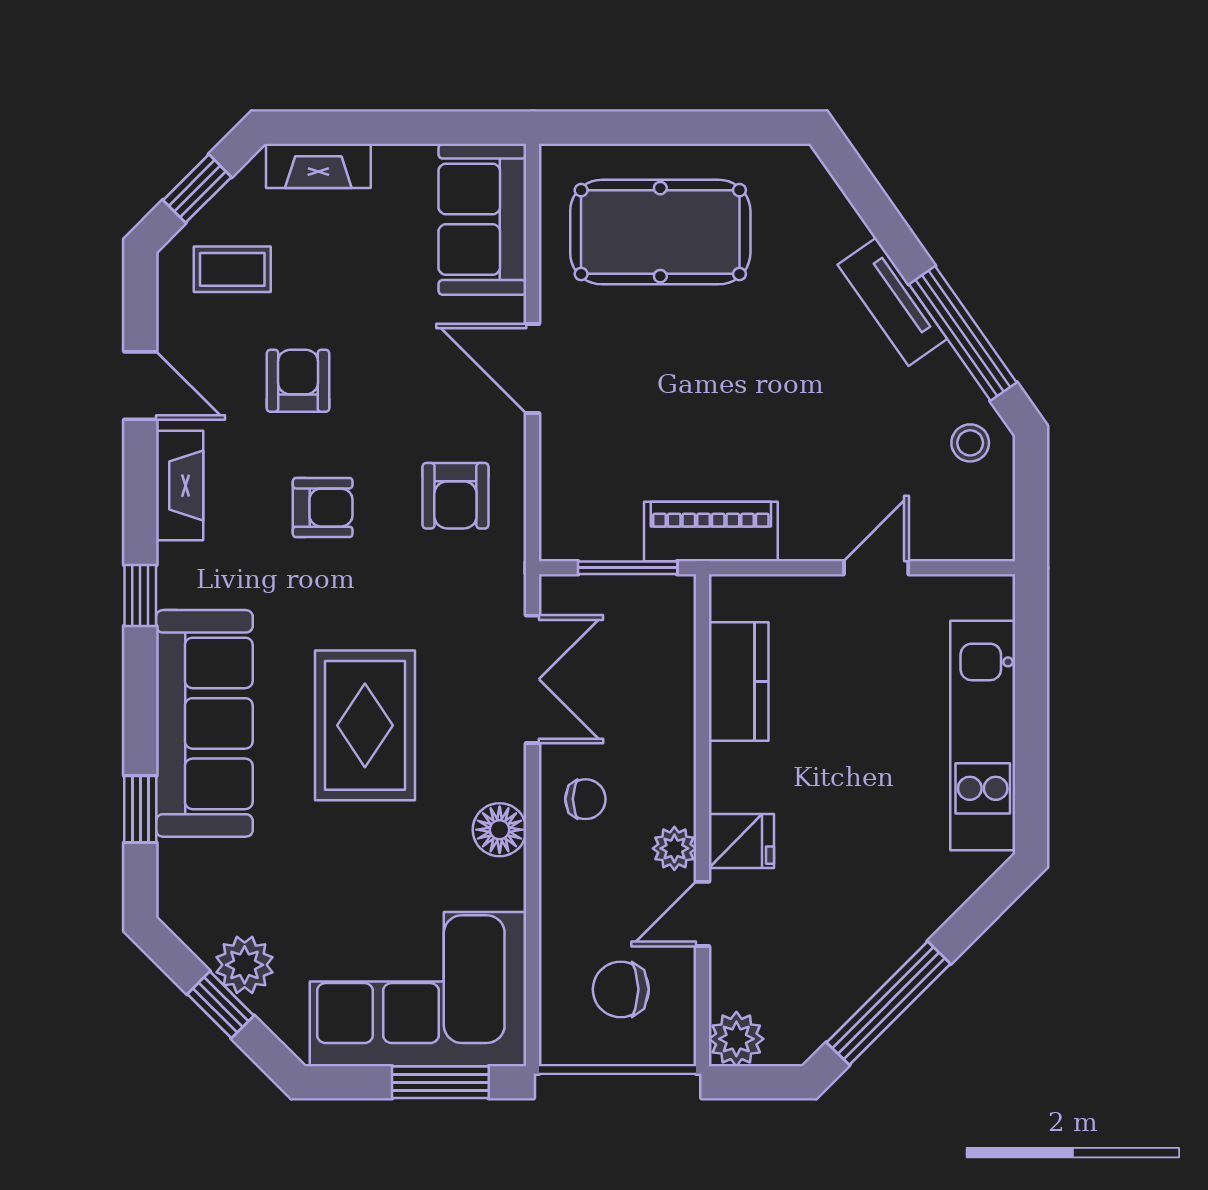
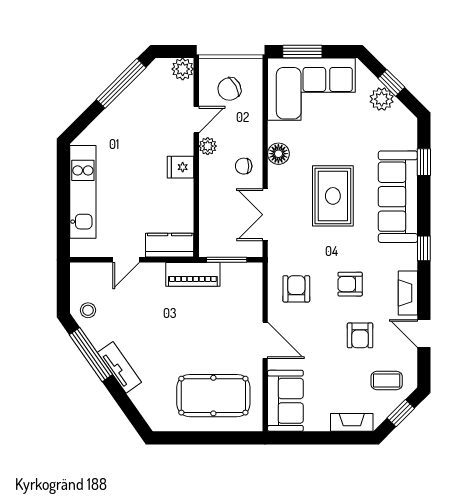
kitchen counter: (739, 681) -> (170, 245), moved, turned 90
fridge: (741, 841) -> (181, 167), moved
chair: (621, 989) -> (229, 89), turned 152

